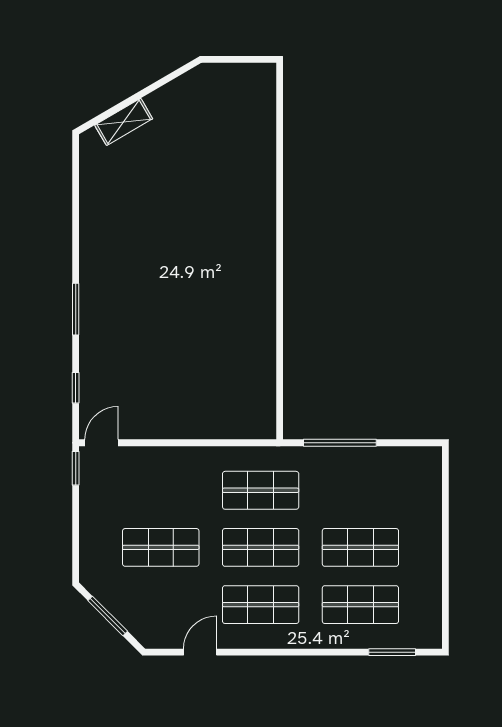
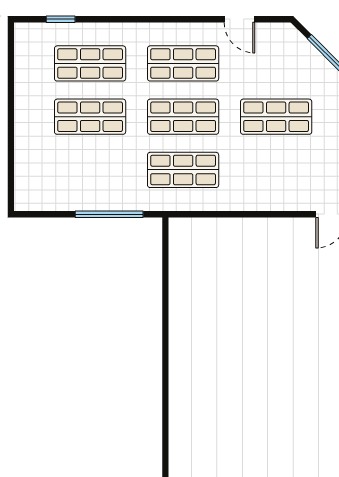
door: (200, 652) -> (239, 19), hinge flipped
window: (392, 652) -> (61, 19), width x0.67

